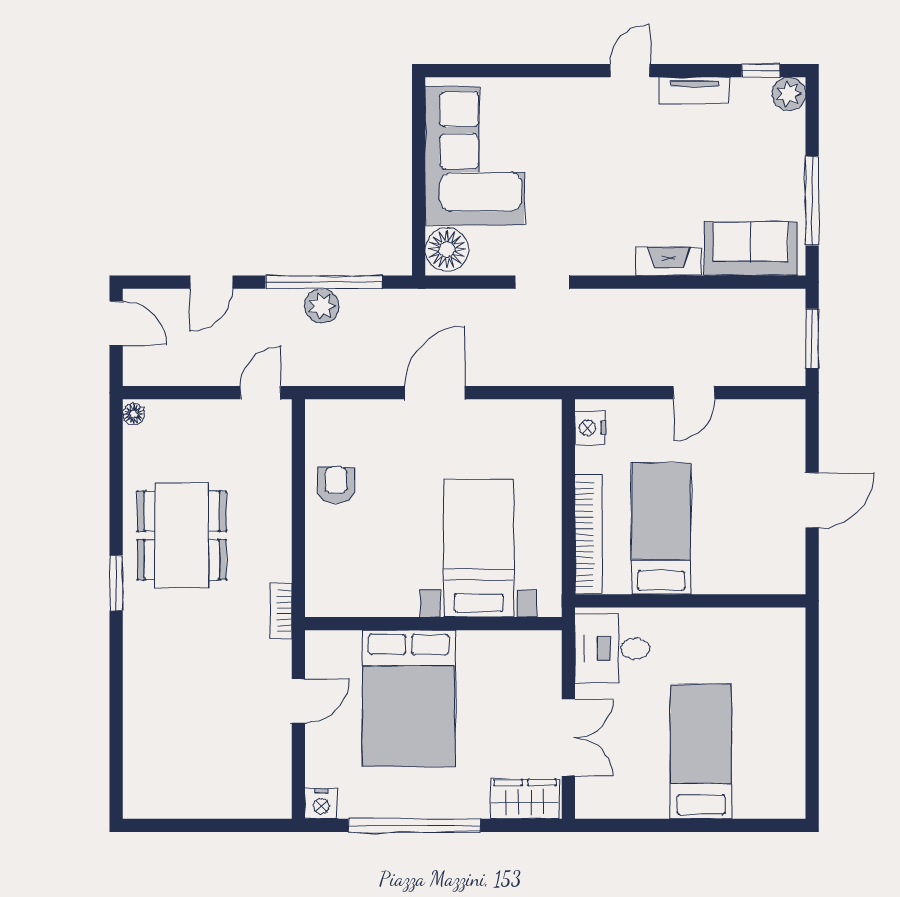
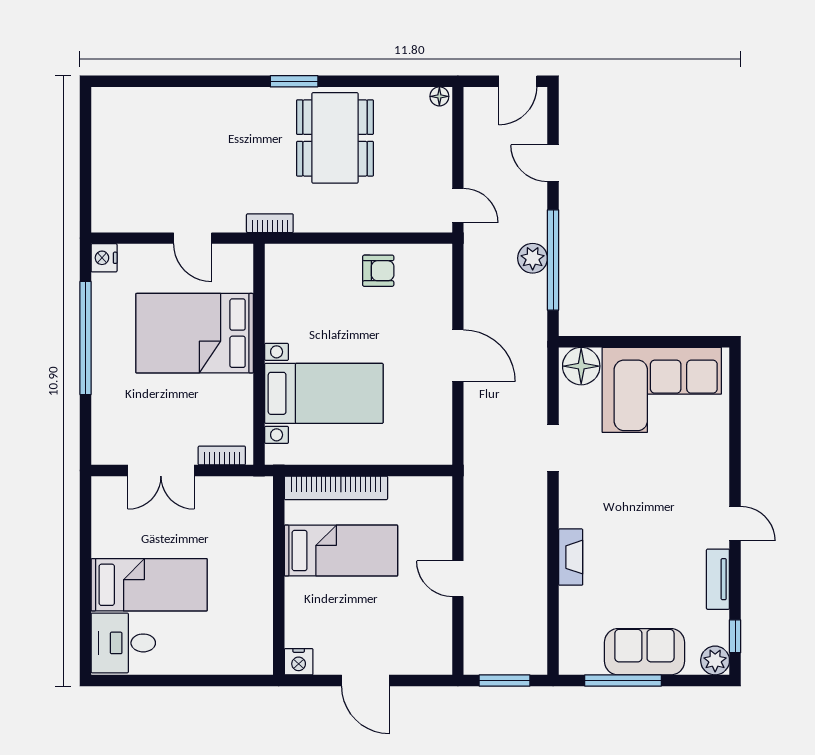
sofa: (751, 249) -> (644, 652), moved, turned -90
nightstand: (590, 428) -> (299, 662), moved, turned 180
dining table: (182, 535) -> (335, 138), turned 90
desk: (612, 648) -> (123, 643), moved, turned -90
bookcase: (551, 667) -> (222, 456), added
wardrobe: (525, 799) -> (108, 433), removed

